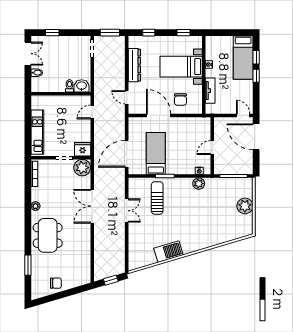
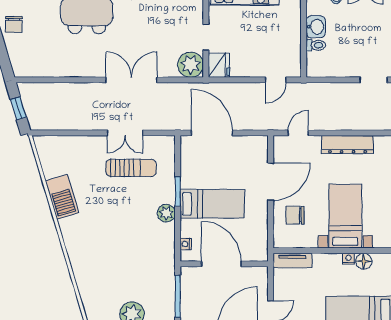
floor lamp: (211, 55) -> (364, 261), added
washbasin: (82, 86) -> (316, 27), moved
tv unit: (210, 91) -> (292, 261), moved
door: (92, 112) -> (276, 80), swing flipped
door: (212, 148) -> (221, 264), width x1.88
bed: (156, 153) -> (212, 204), moved
plant: (199, 184) -> (166, 213), moved
sun lounger: (157, 198) -> (131, 168), moved

